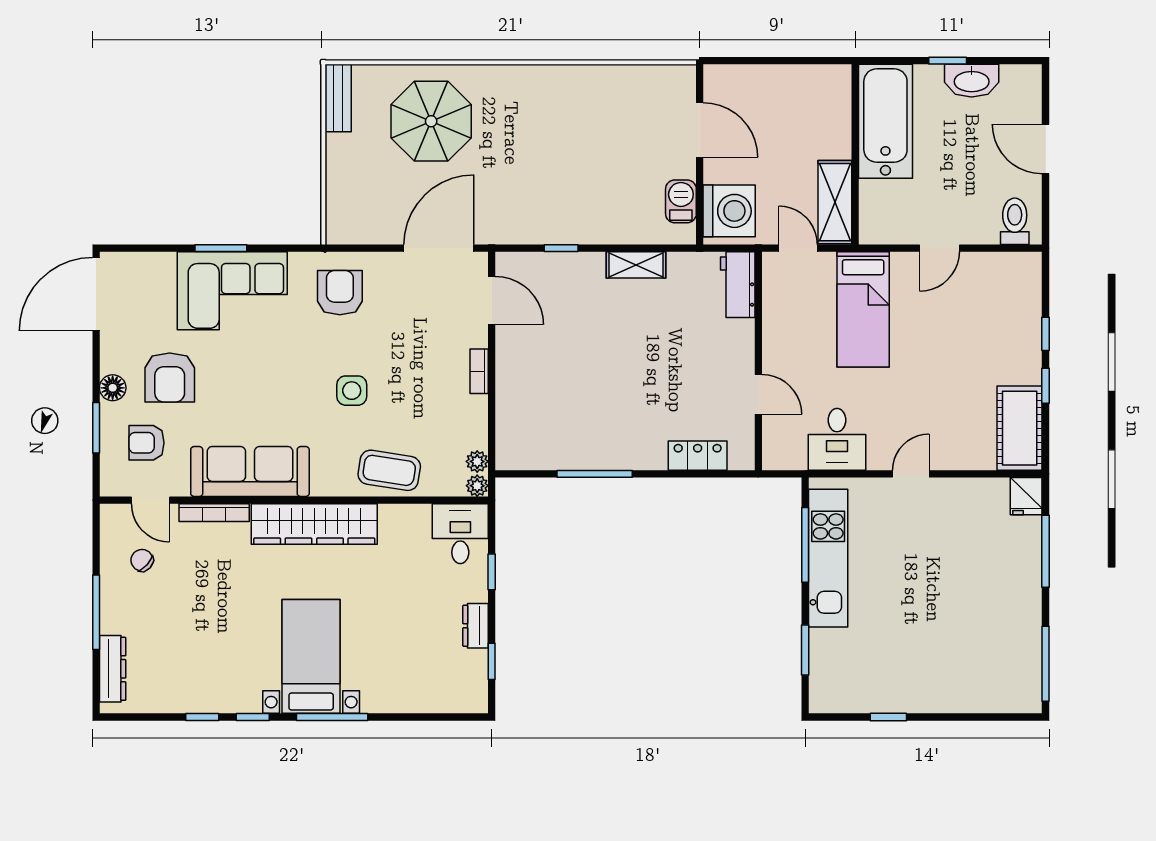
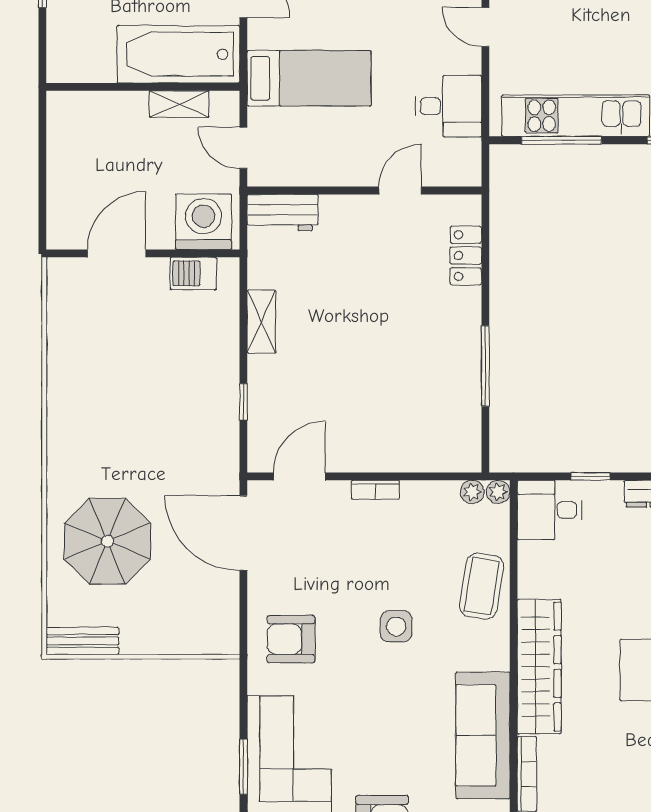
bathtub: (885, 121) -> (178, 54), moved
shelving: (835, 202) -> (179, 104), width x0.67, depth x0.75
door: (798, 248) -> (243, 148), hinge flipped

